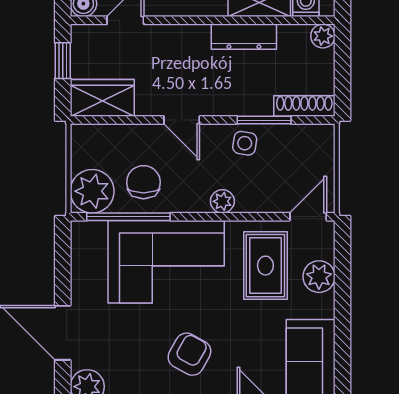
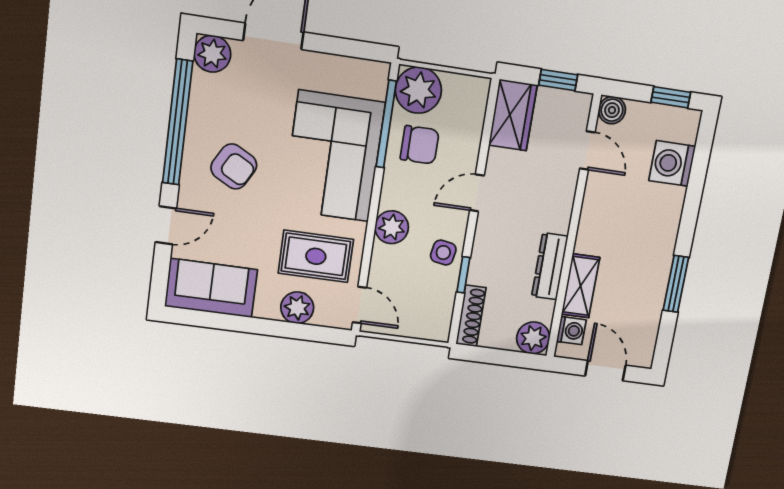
plant: (323, 36) -> (533, 338), width x1.38, depth x1.38
window: (264, 120) -> (463, 275), width x0.67
plant: (222, 201) -> (392, 227), width x1.38, depth x1.38

